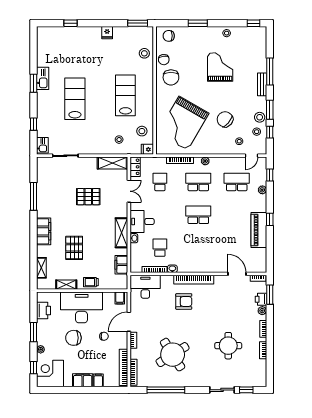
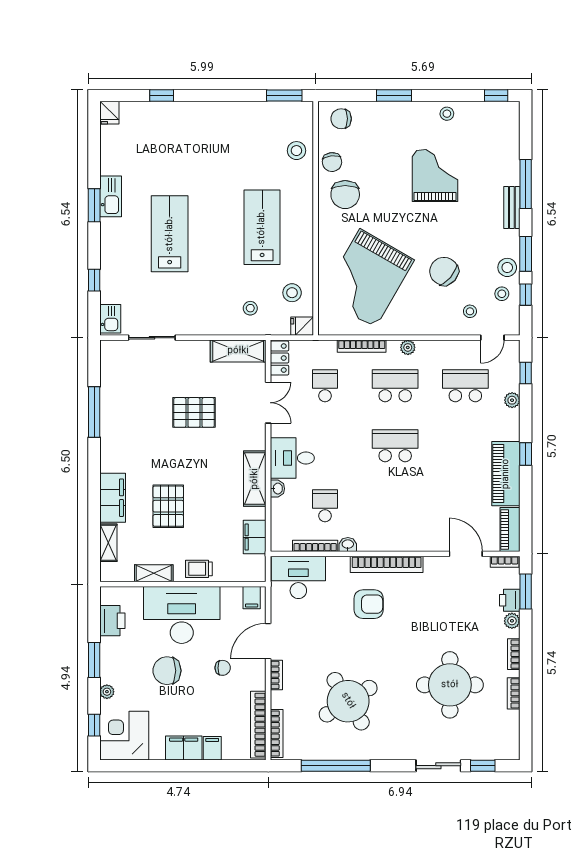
fridge: (107, 33) -> (109, 113), moved
filing cabinet: (44, 231) -> (113, 498), moved
piano: (261, 261) -> (510, 529), added
round table: (228, 346) -> (450, 685), width x1.36, depth x1.36

